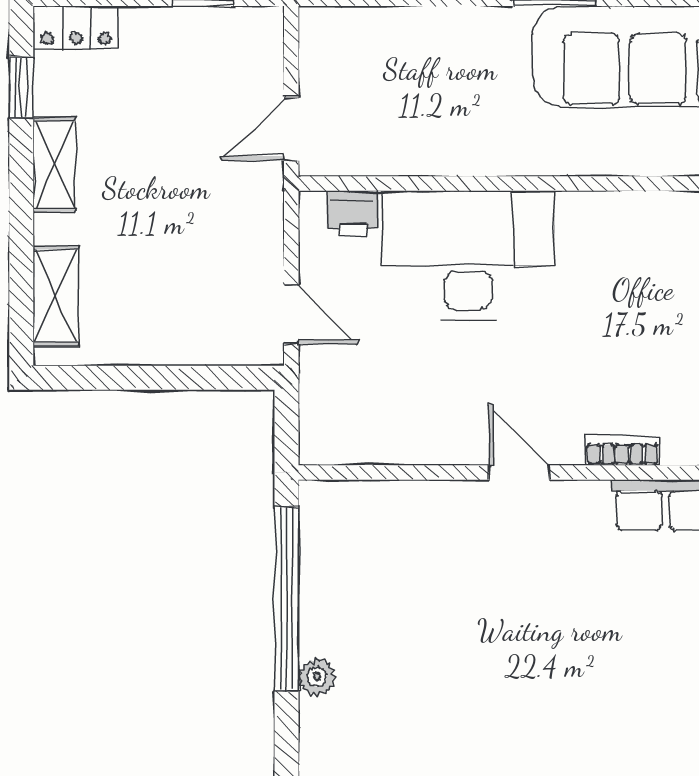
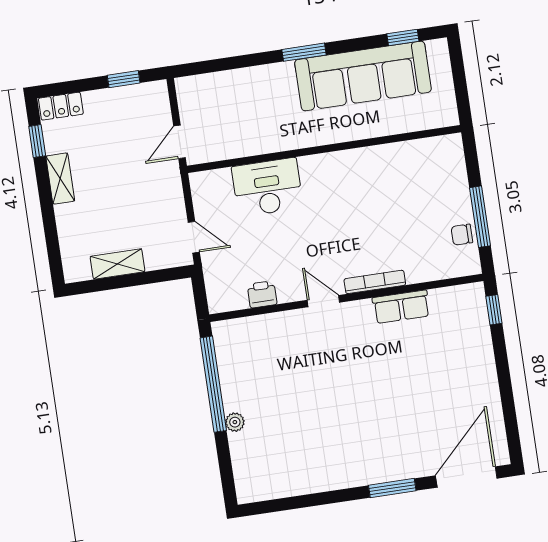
printer: (353, 214) -> (262, 294), moved, turned 180
desk: (468, 255) -> (267, 187), width x0.73, depth x0.77
shelving: (56, 296) -> (118, 264), moved, turned 90
bookcase: (622, 451) -> (375, 282), width x1.56

